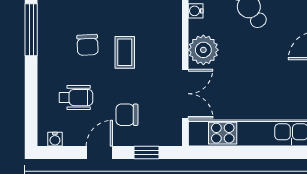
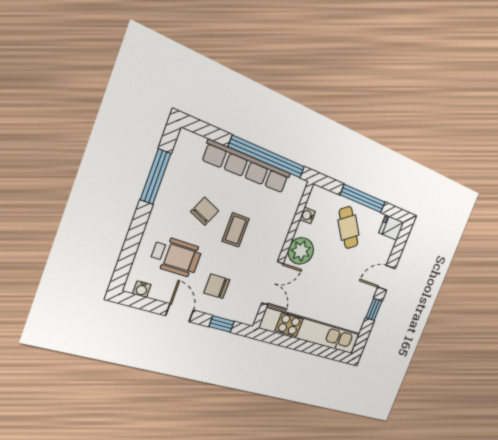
chair: (88, 45) -> (205, 211), turned -153
wheelchair: (76, 98) -> (176, 256), width x1.36, depth x1.37
door: (99, 153) -> (180, 313), hinge flipped

